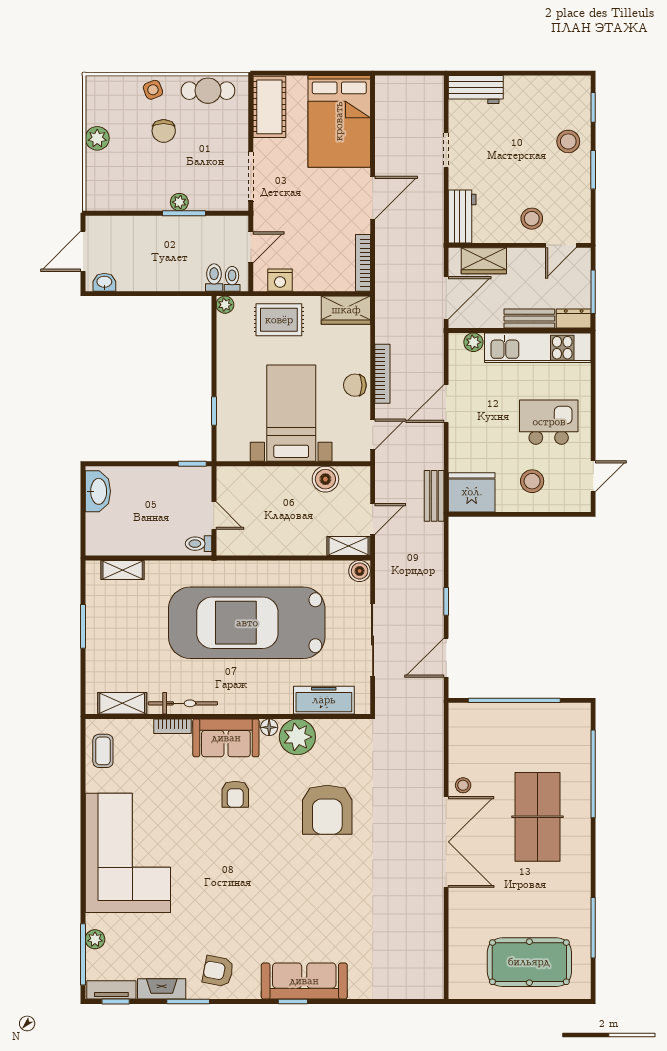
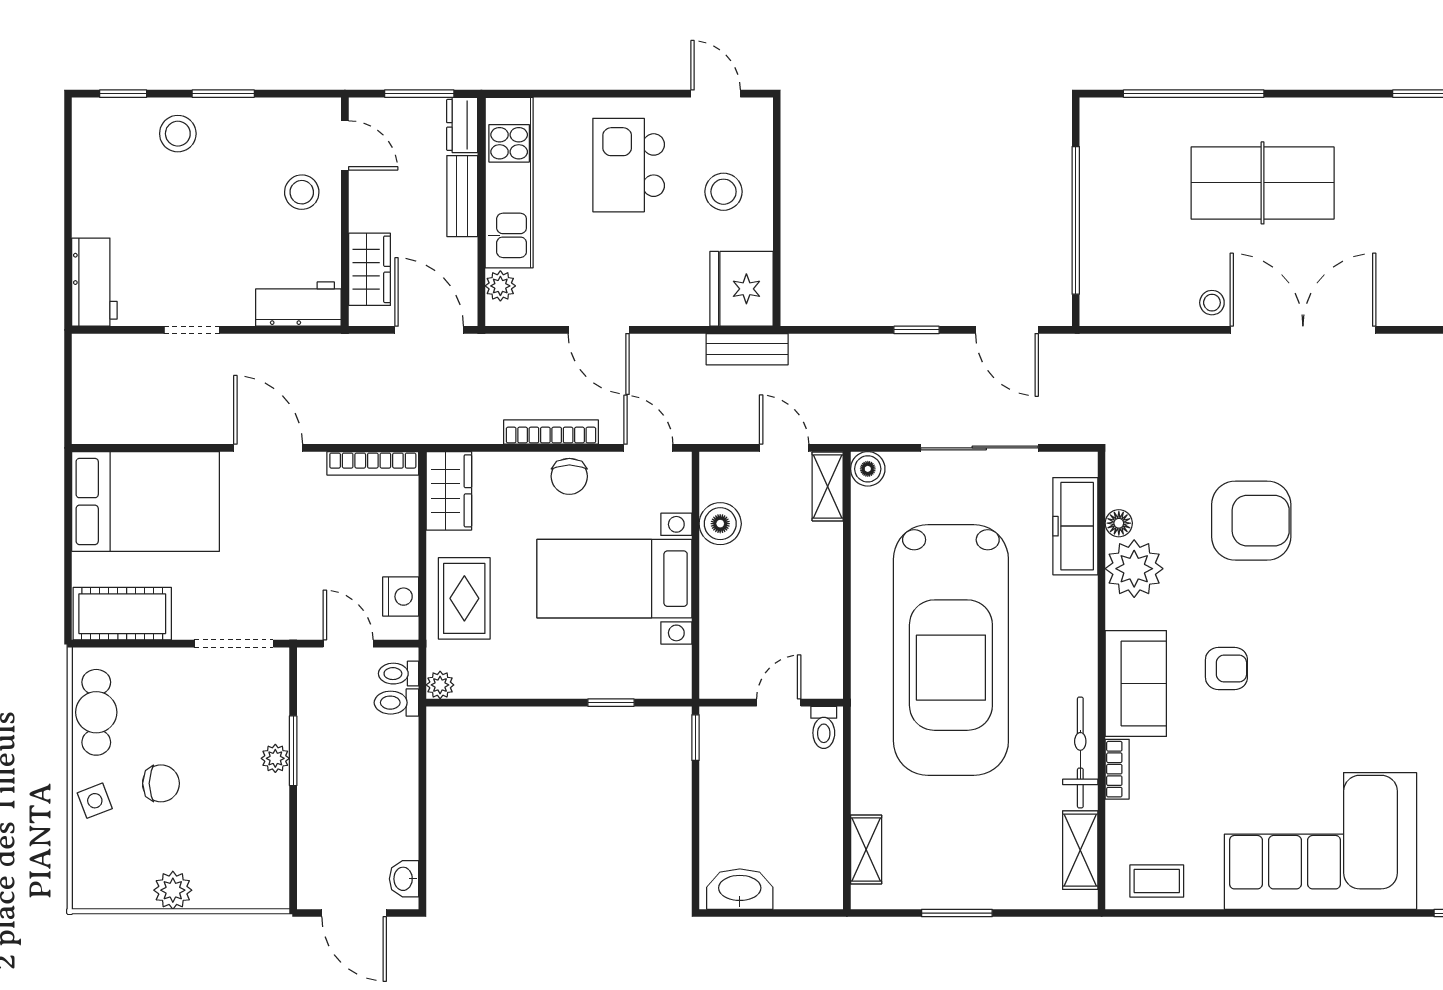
floor lamp: (269, 727) -> (1119, 523), moved

